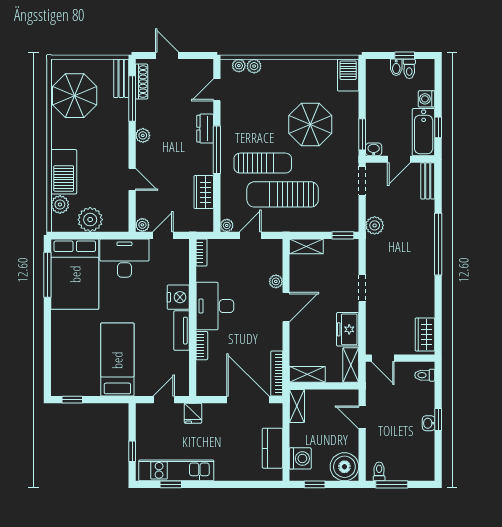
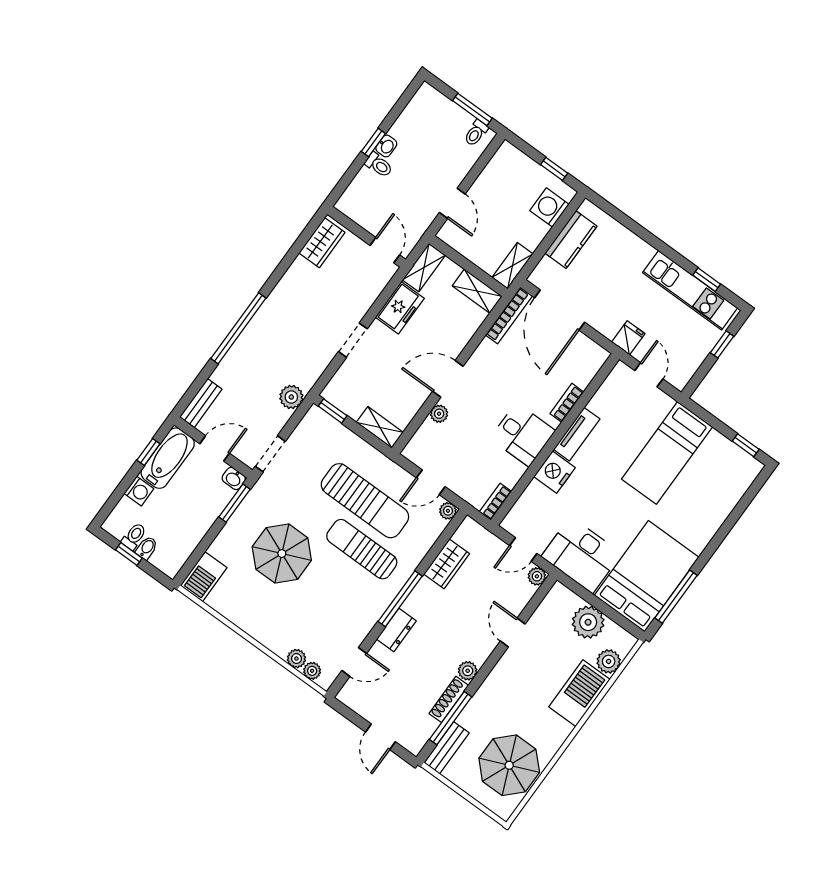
shoe rack: (142, 82) -> (449, 699), moved
desk: (215, 306) -> (523, 435), width x0.73
toilet: (425, 375) -> (379, 165), moved
door: (164, 400) -> (649, 375), swing flipped
boiler: (344, 467) -> (509, 165), removed

